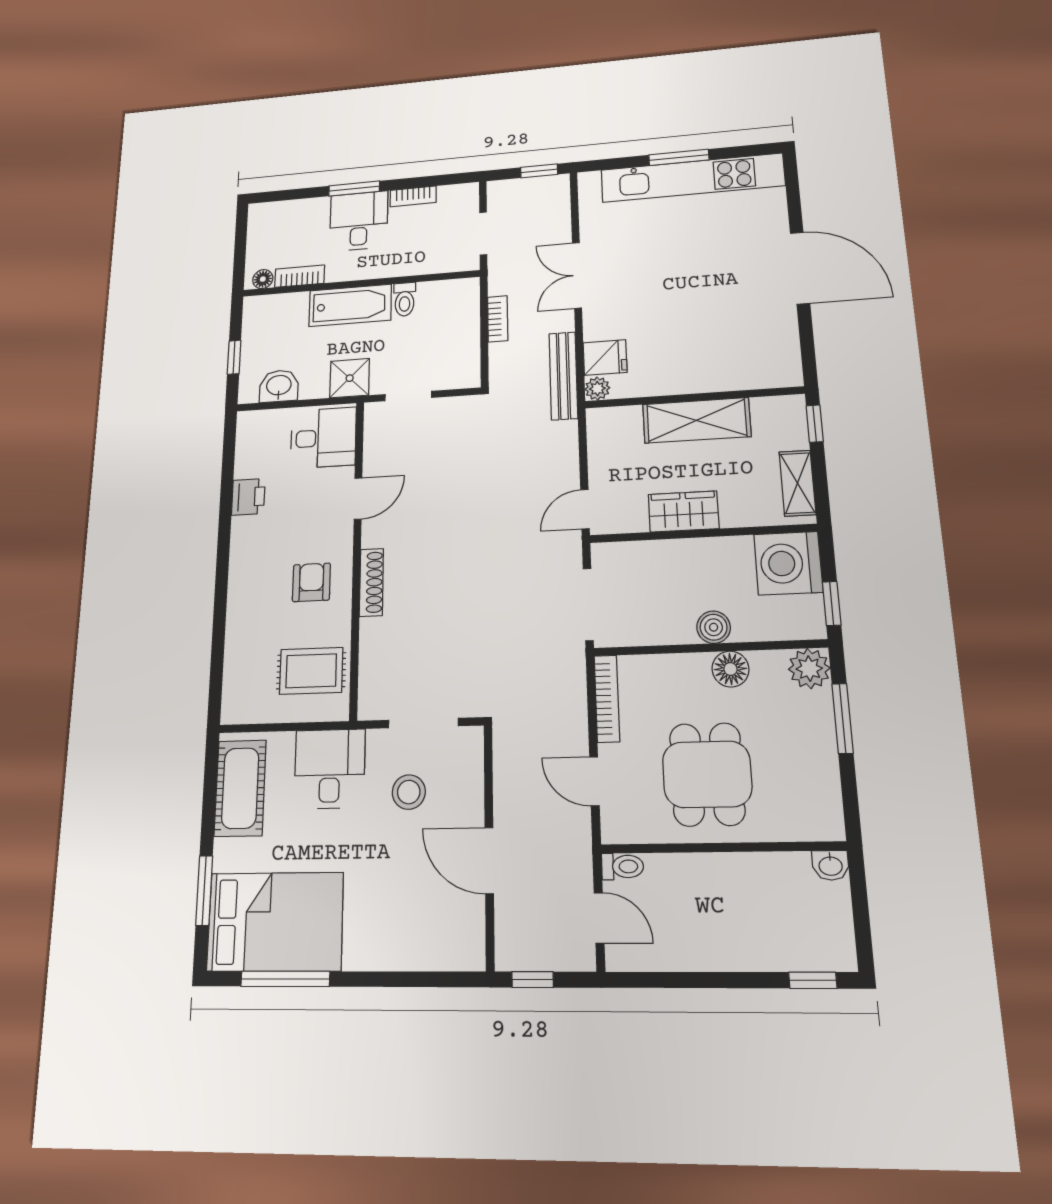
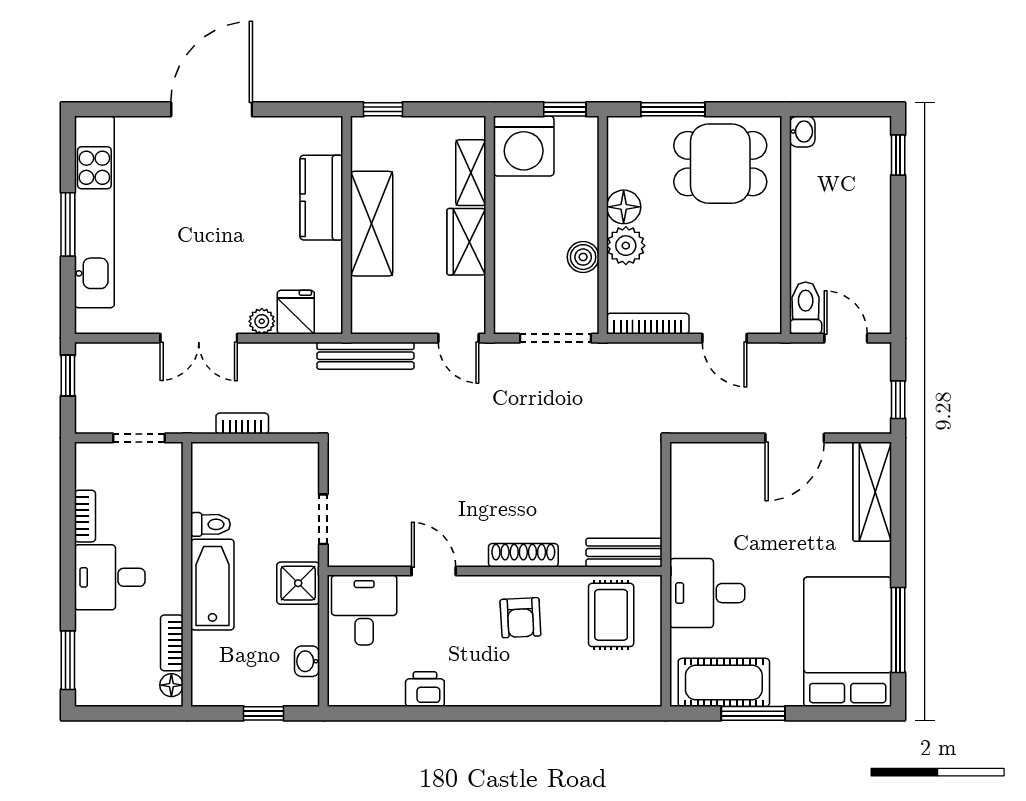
window: (354, 189) -> (68, 660), moved
kitchen counter: (720, 372) -> (321, 198), added
bench: (563, 376) -> (365, 356), moved
washbasin: (279, 386) -> (307, 661), width x0.72, depth x0.69
plant: (597, 389) -> (262, 321), moved
shelving: (797, 483) -> (471, 173), moved, turned 90
armchair: (311, 582) -> (520, 618), turned -93
boiler: (714, 627) -> (583, 257), moved
plant: (809, 669) -> (626, 246), moved
bench: (372, 682) -> (624, 553), added
doorway: (423, 723) -> (666, 501), removed
dining table: (707, 774) -> (720, 164), moved
door: (594, 781) -> (724, 338), hinge flipped
stool: (409, 792) -> (731, 515), removed
toilet: (623, 866) -> (806, 308), width x1.37, depth x1.39
window: (204, 891) -> (753, 713), moved
door: (599, 918) -> (846, 338), hinge flipped
wardrobe: (432, 949) -> (872, 492), added

